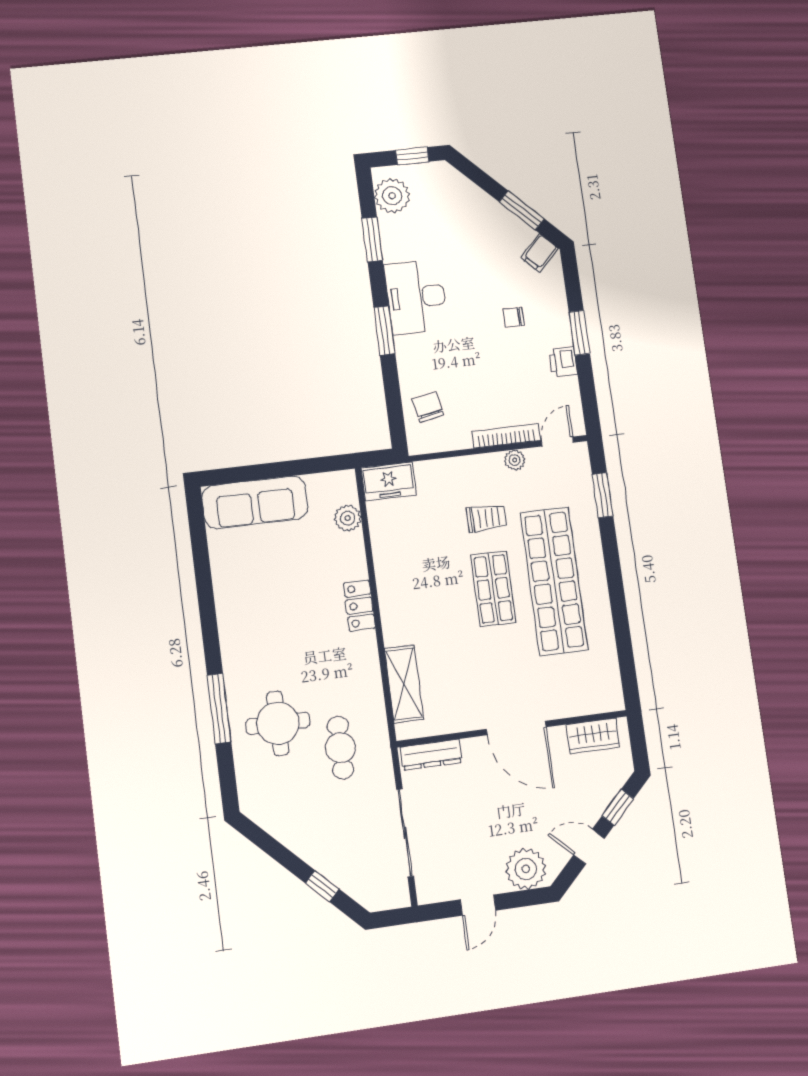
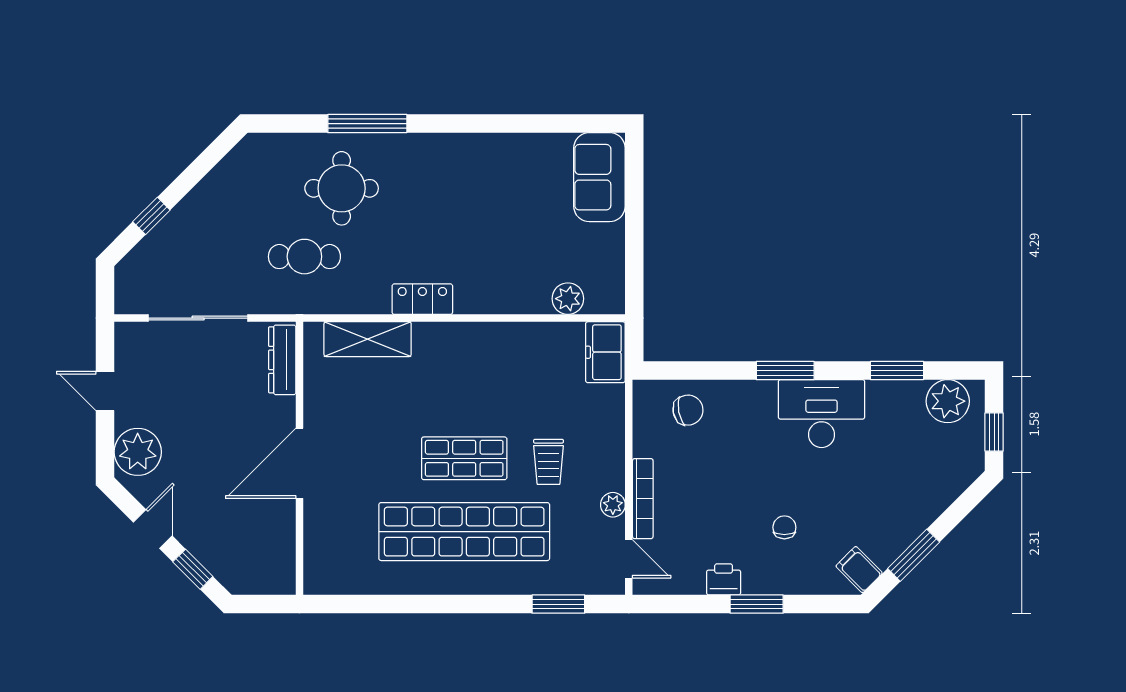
sofa: (255, 502) -> (599, 177), width x0.73
locker: (359, 606) -> (422, 299), moved
wardrobe: (593, 736) -> (279, 552), removed

